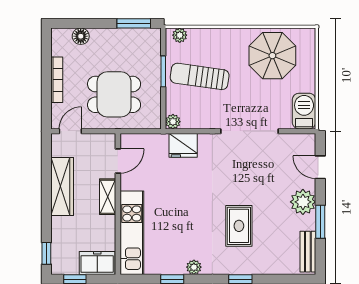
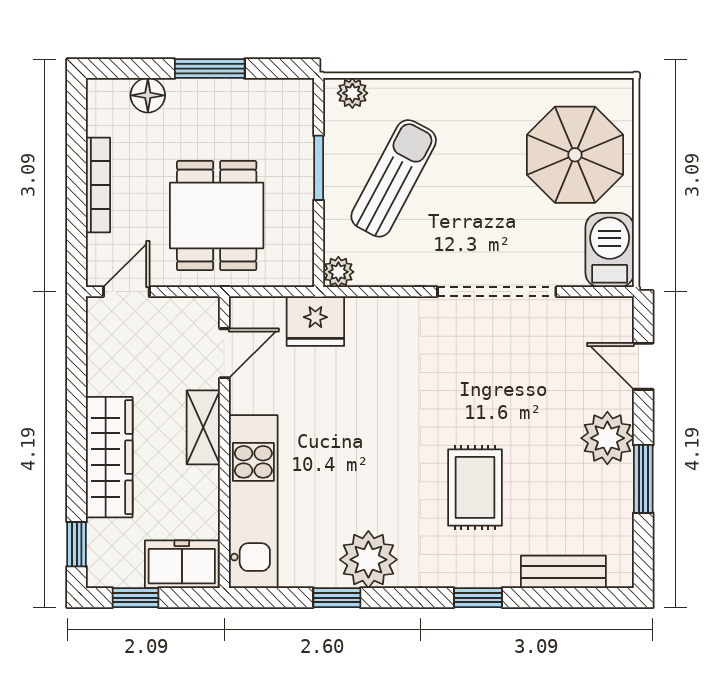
window: (134, 23) -> (210, 69), moved
parasol: (272, 56) -> (575, 155), moved
sun lounger: (200, 76) -> (394, 178), turned 110
dining table: (114, 94) -> (217, 216), turned 90
fridge: (183, 145) -> (315, 321), moved
wardrobe: (62, 186) -> (109, 457), moved
bench: (308, 252) -> (563, 572), moved, turned 90
plant: (194, 267) -> (368, 560), width x1.88, depth x1.88

